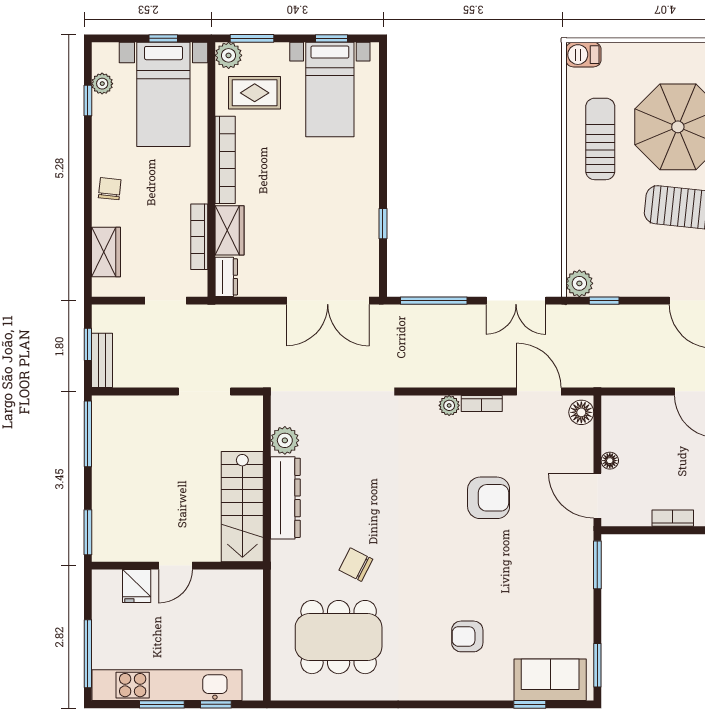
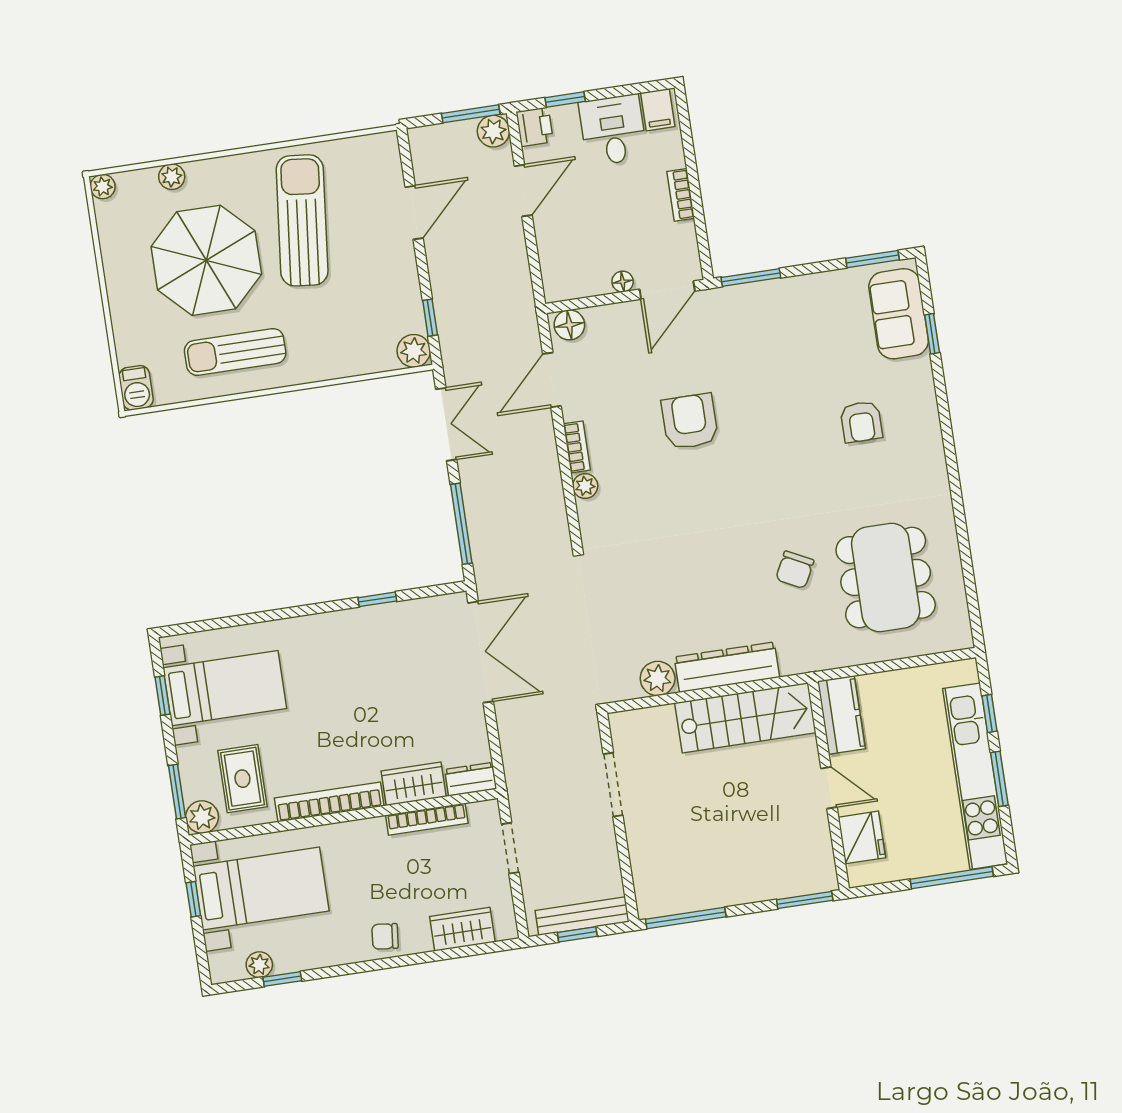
bench: (102, 360) -> (582, 916), width x1.36
kitchen counter: (233, 585) -> (841, 715), added
fridge: (137, 586) -> (862, 837), width x1.38

